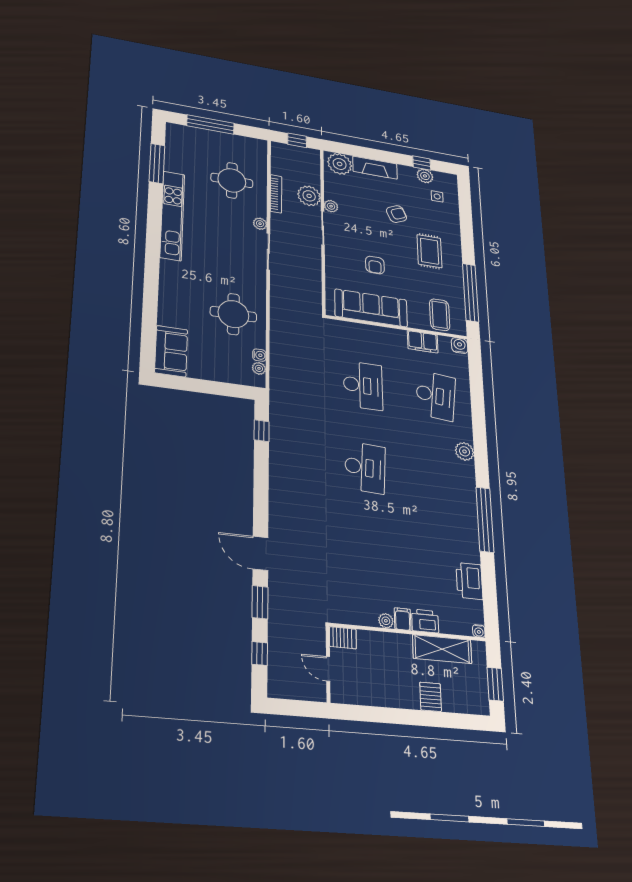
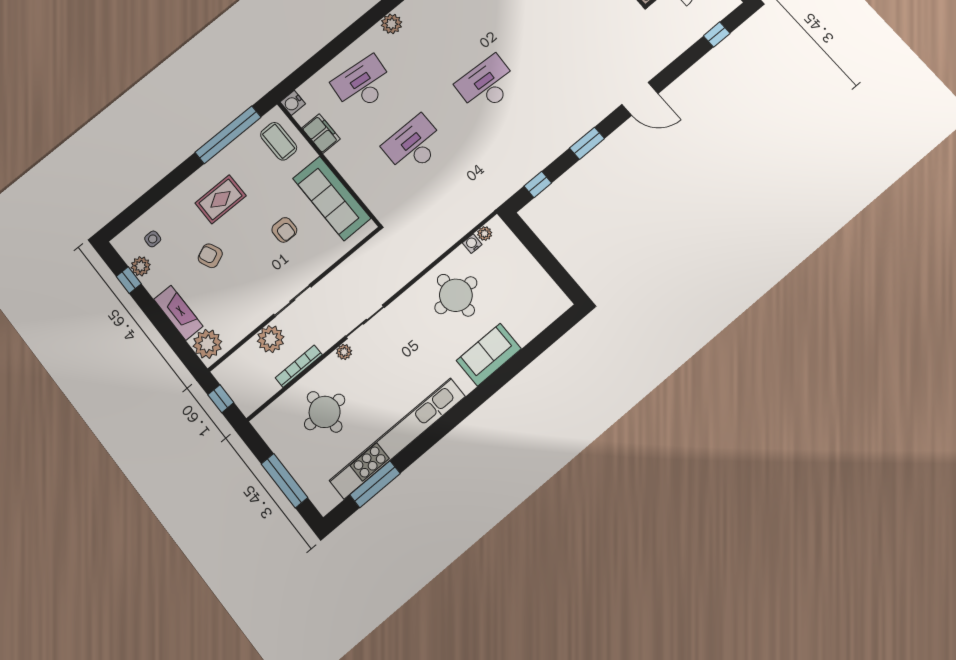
plant: (331, 206) -> (262, 313), removed
kitchen unit: (172, 216) -> (398, 438), width x1.36
armchair: (375, 265) -> (284, 230), turned 90
coffee table: (440, 315) -> (279, 141), turned 90
sofa: (171, 351) -> (489, 355), moved
door: (260, 553) -> (640, 99), hinge flipped
window: (260, 602) -> (587, 143), moved

